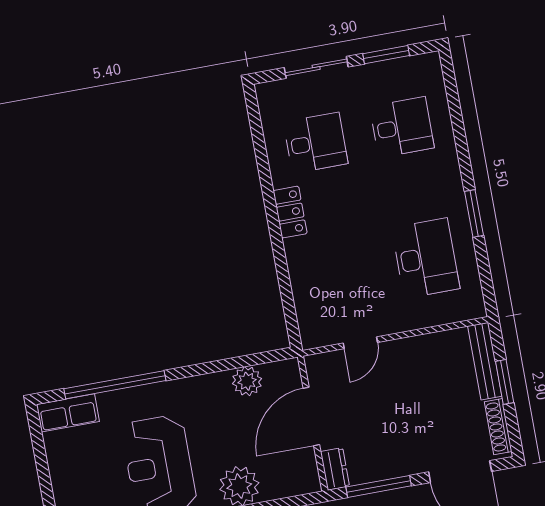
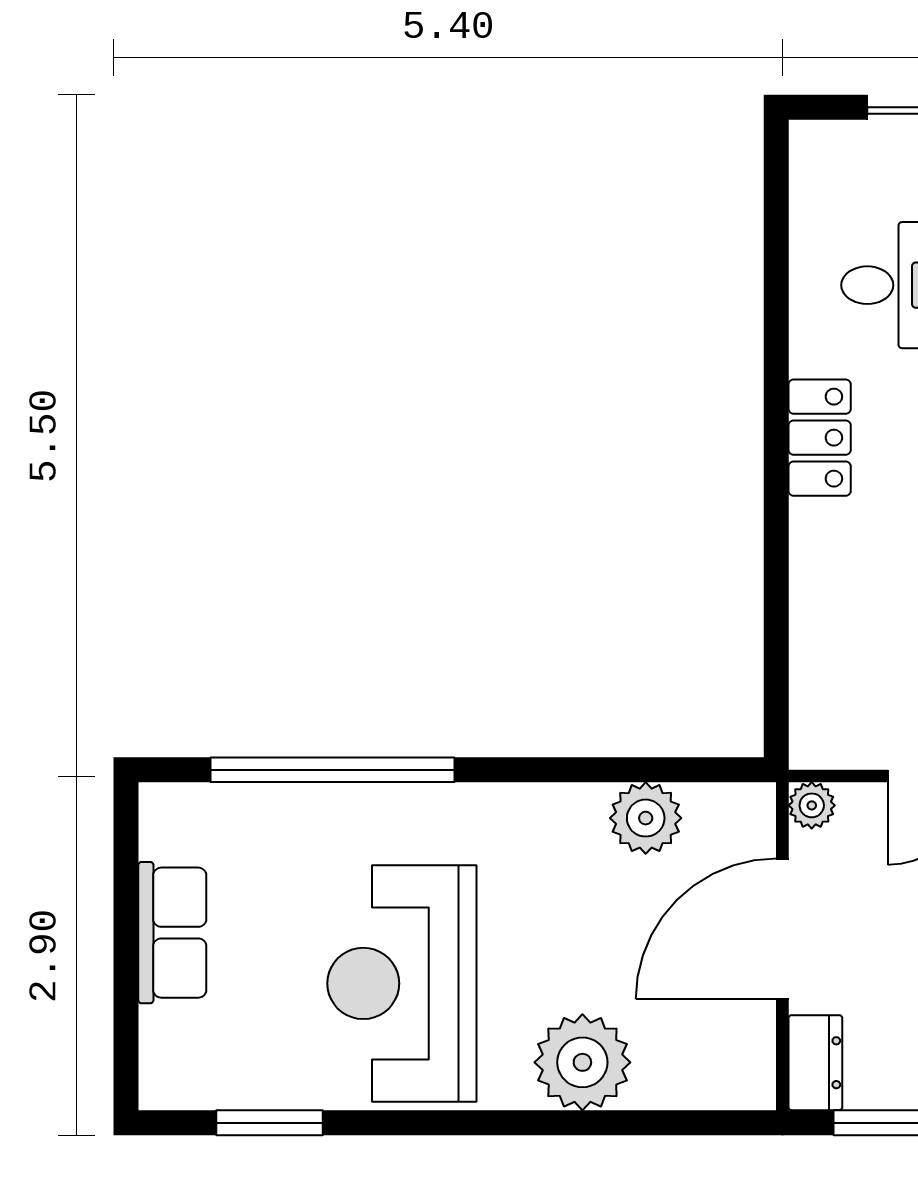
plant: (314, 364) -> (812, 805), added
row of seats: (68, 413) -> (172, 933), moved, turned -90

